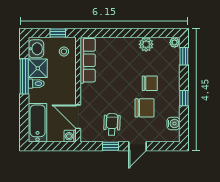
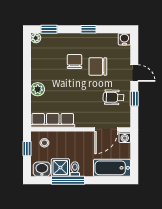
plant: (146, 44) -> (38, 89), moved
chair: (144, 108) -> (98, 66), turned -90
water cooler: (173, 123) -> (124, 39), moved

